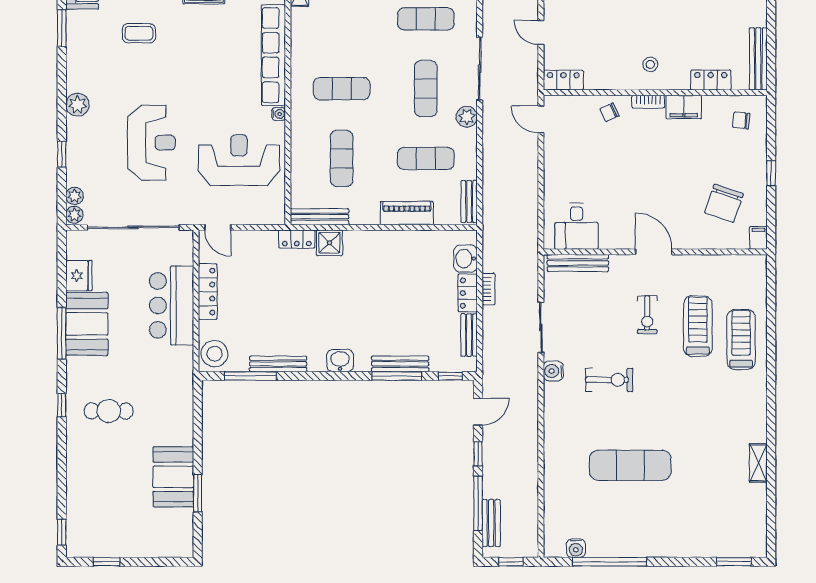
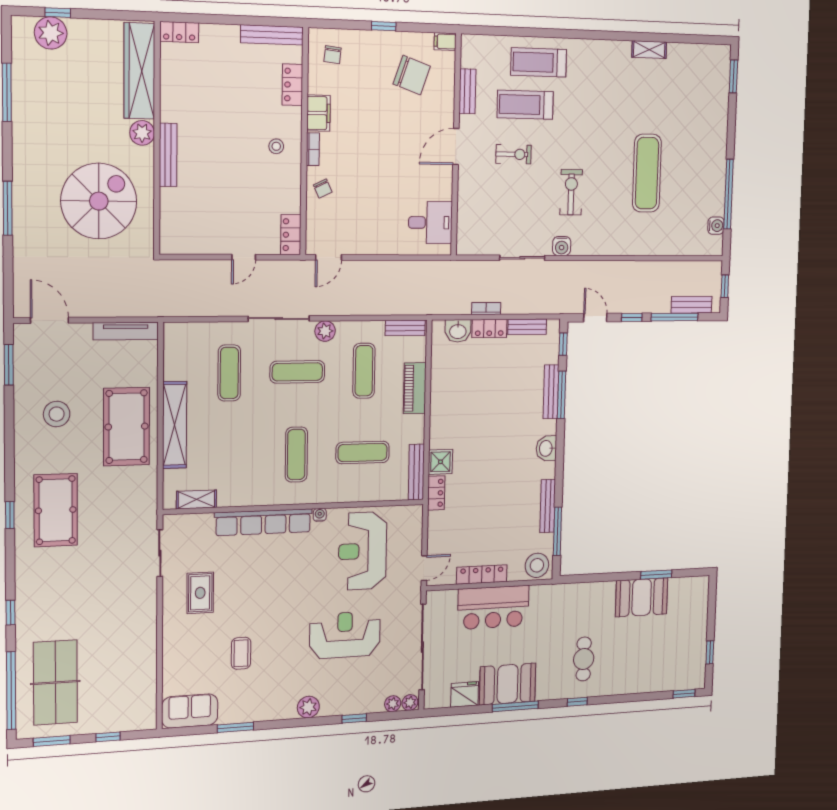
bench: (578, 263) -> (467, 91), moved, width x0.73

